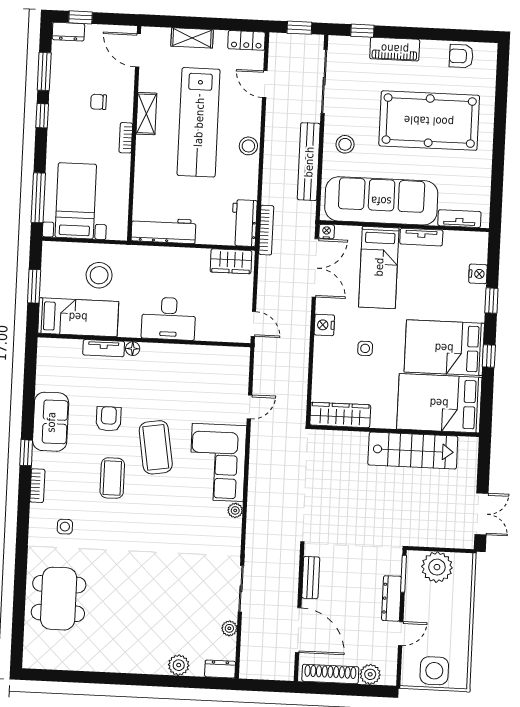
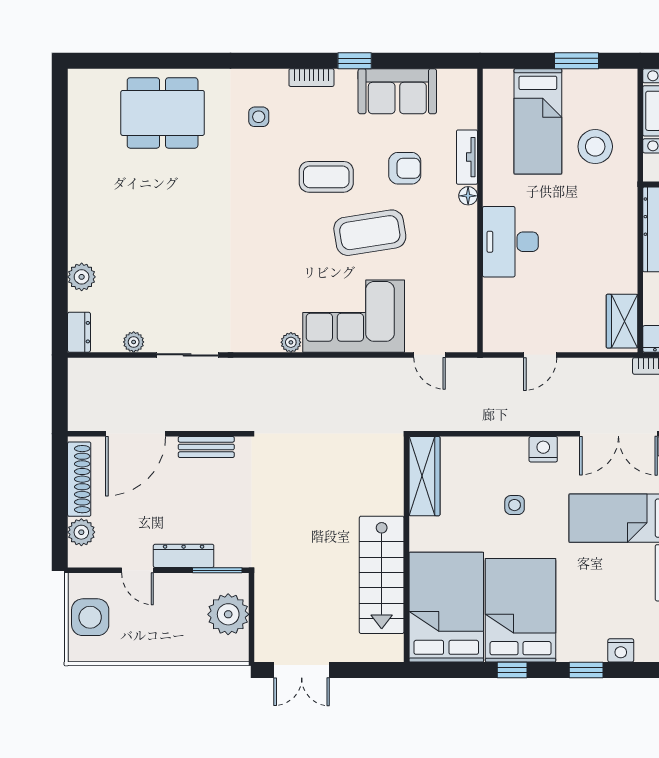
desk: (169, 319) -> (510, 242), moved
wall: (144, 340) -> (480, 210), moved
tv unit: (104, 348) -> (467, 157), moved
floor lamp: (133, 349) -> (468, 196), moved

